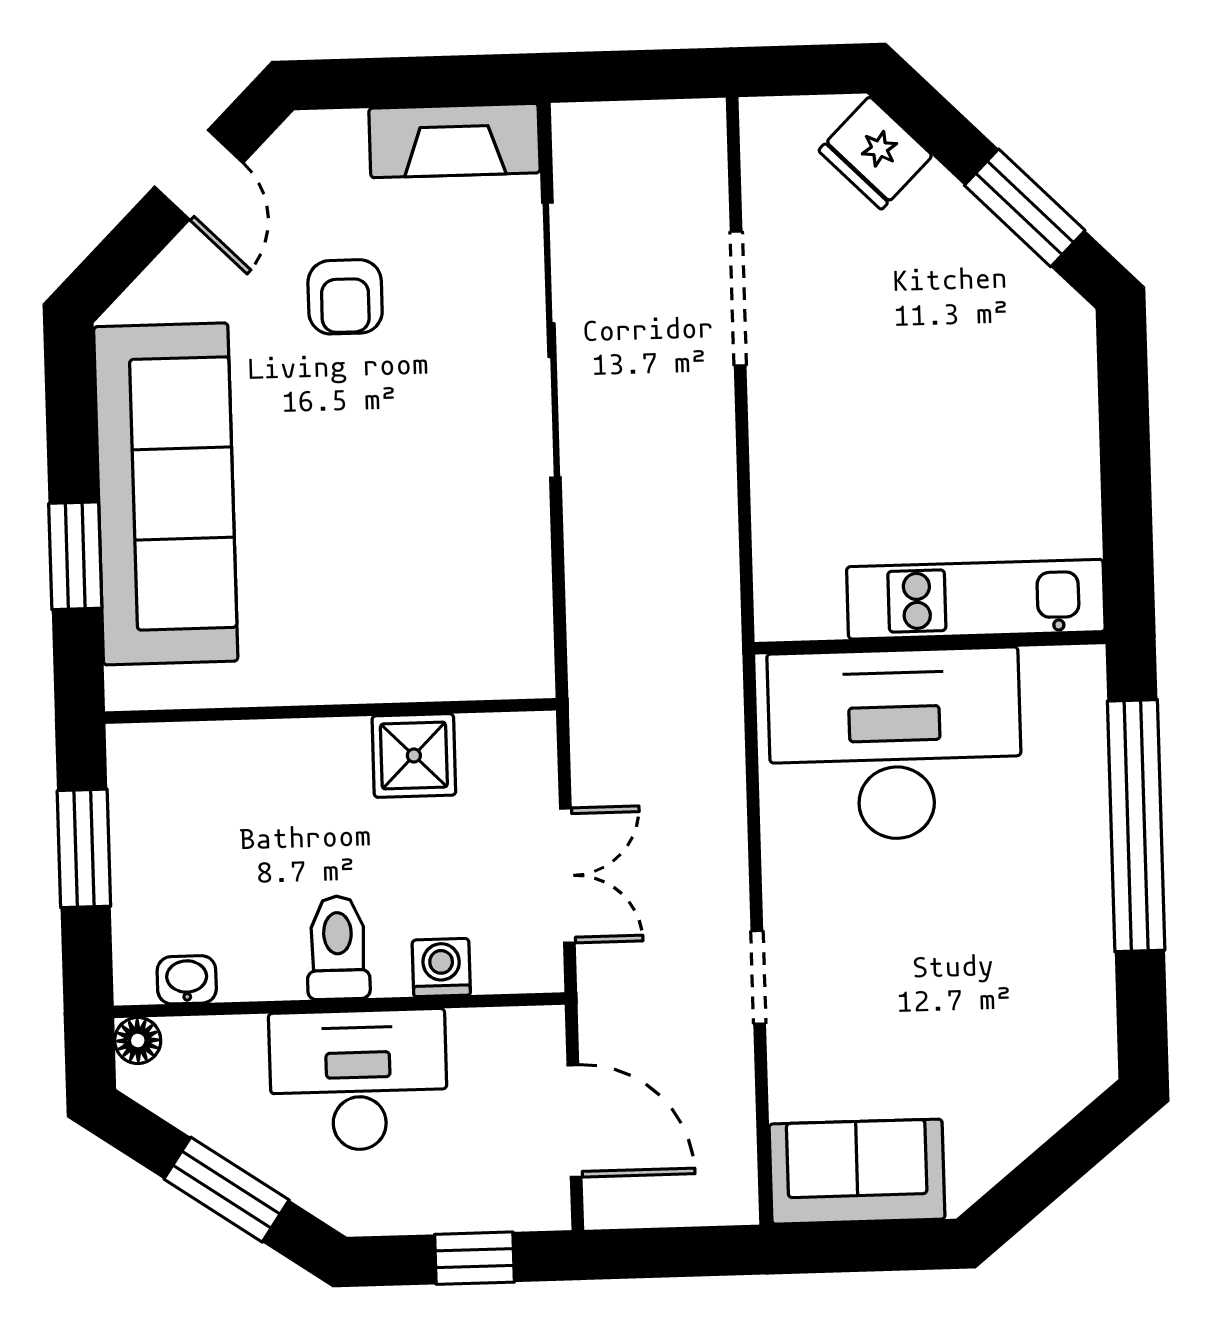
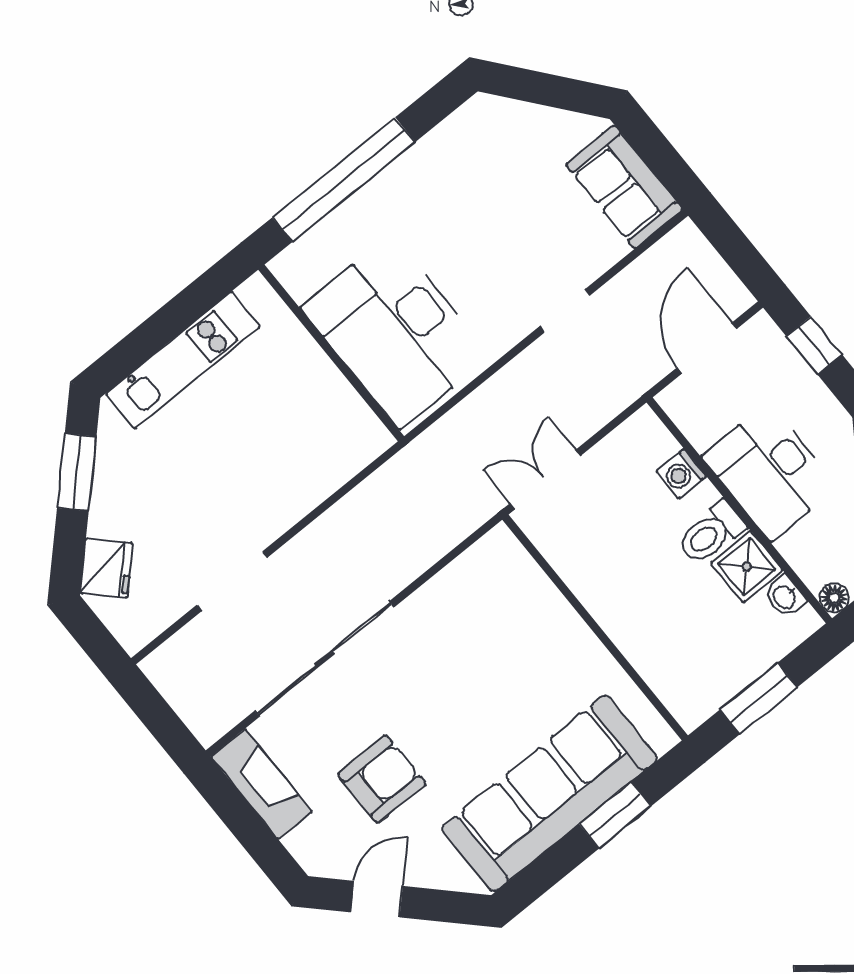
armchair: (345, 297) -> (382, 779), width x1.38, depth x1.38
kitchen unit: (976, 599) -> (183, 360), moved, turned -90
shower: (414, 755) -> (747, 567), moved
double door: (567, 876) -> (545, 479), moved

